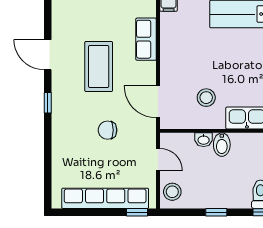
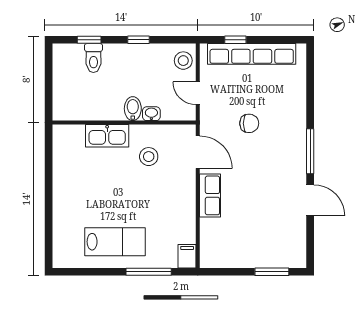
row of seats: (146, 39) -> (210, 195), moved
coffee table: (99, 67) -> (258, 188), removed
window: (48, 103) -> (310, 151), width x2.17
window: (137, 212) -> (235, 40), moved

